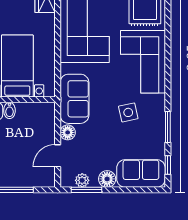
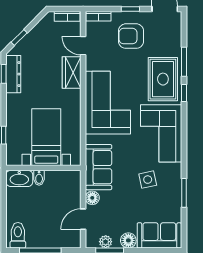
window: (168, 165) -> (184, 93), moved

